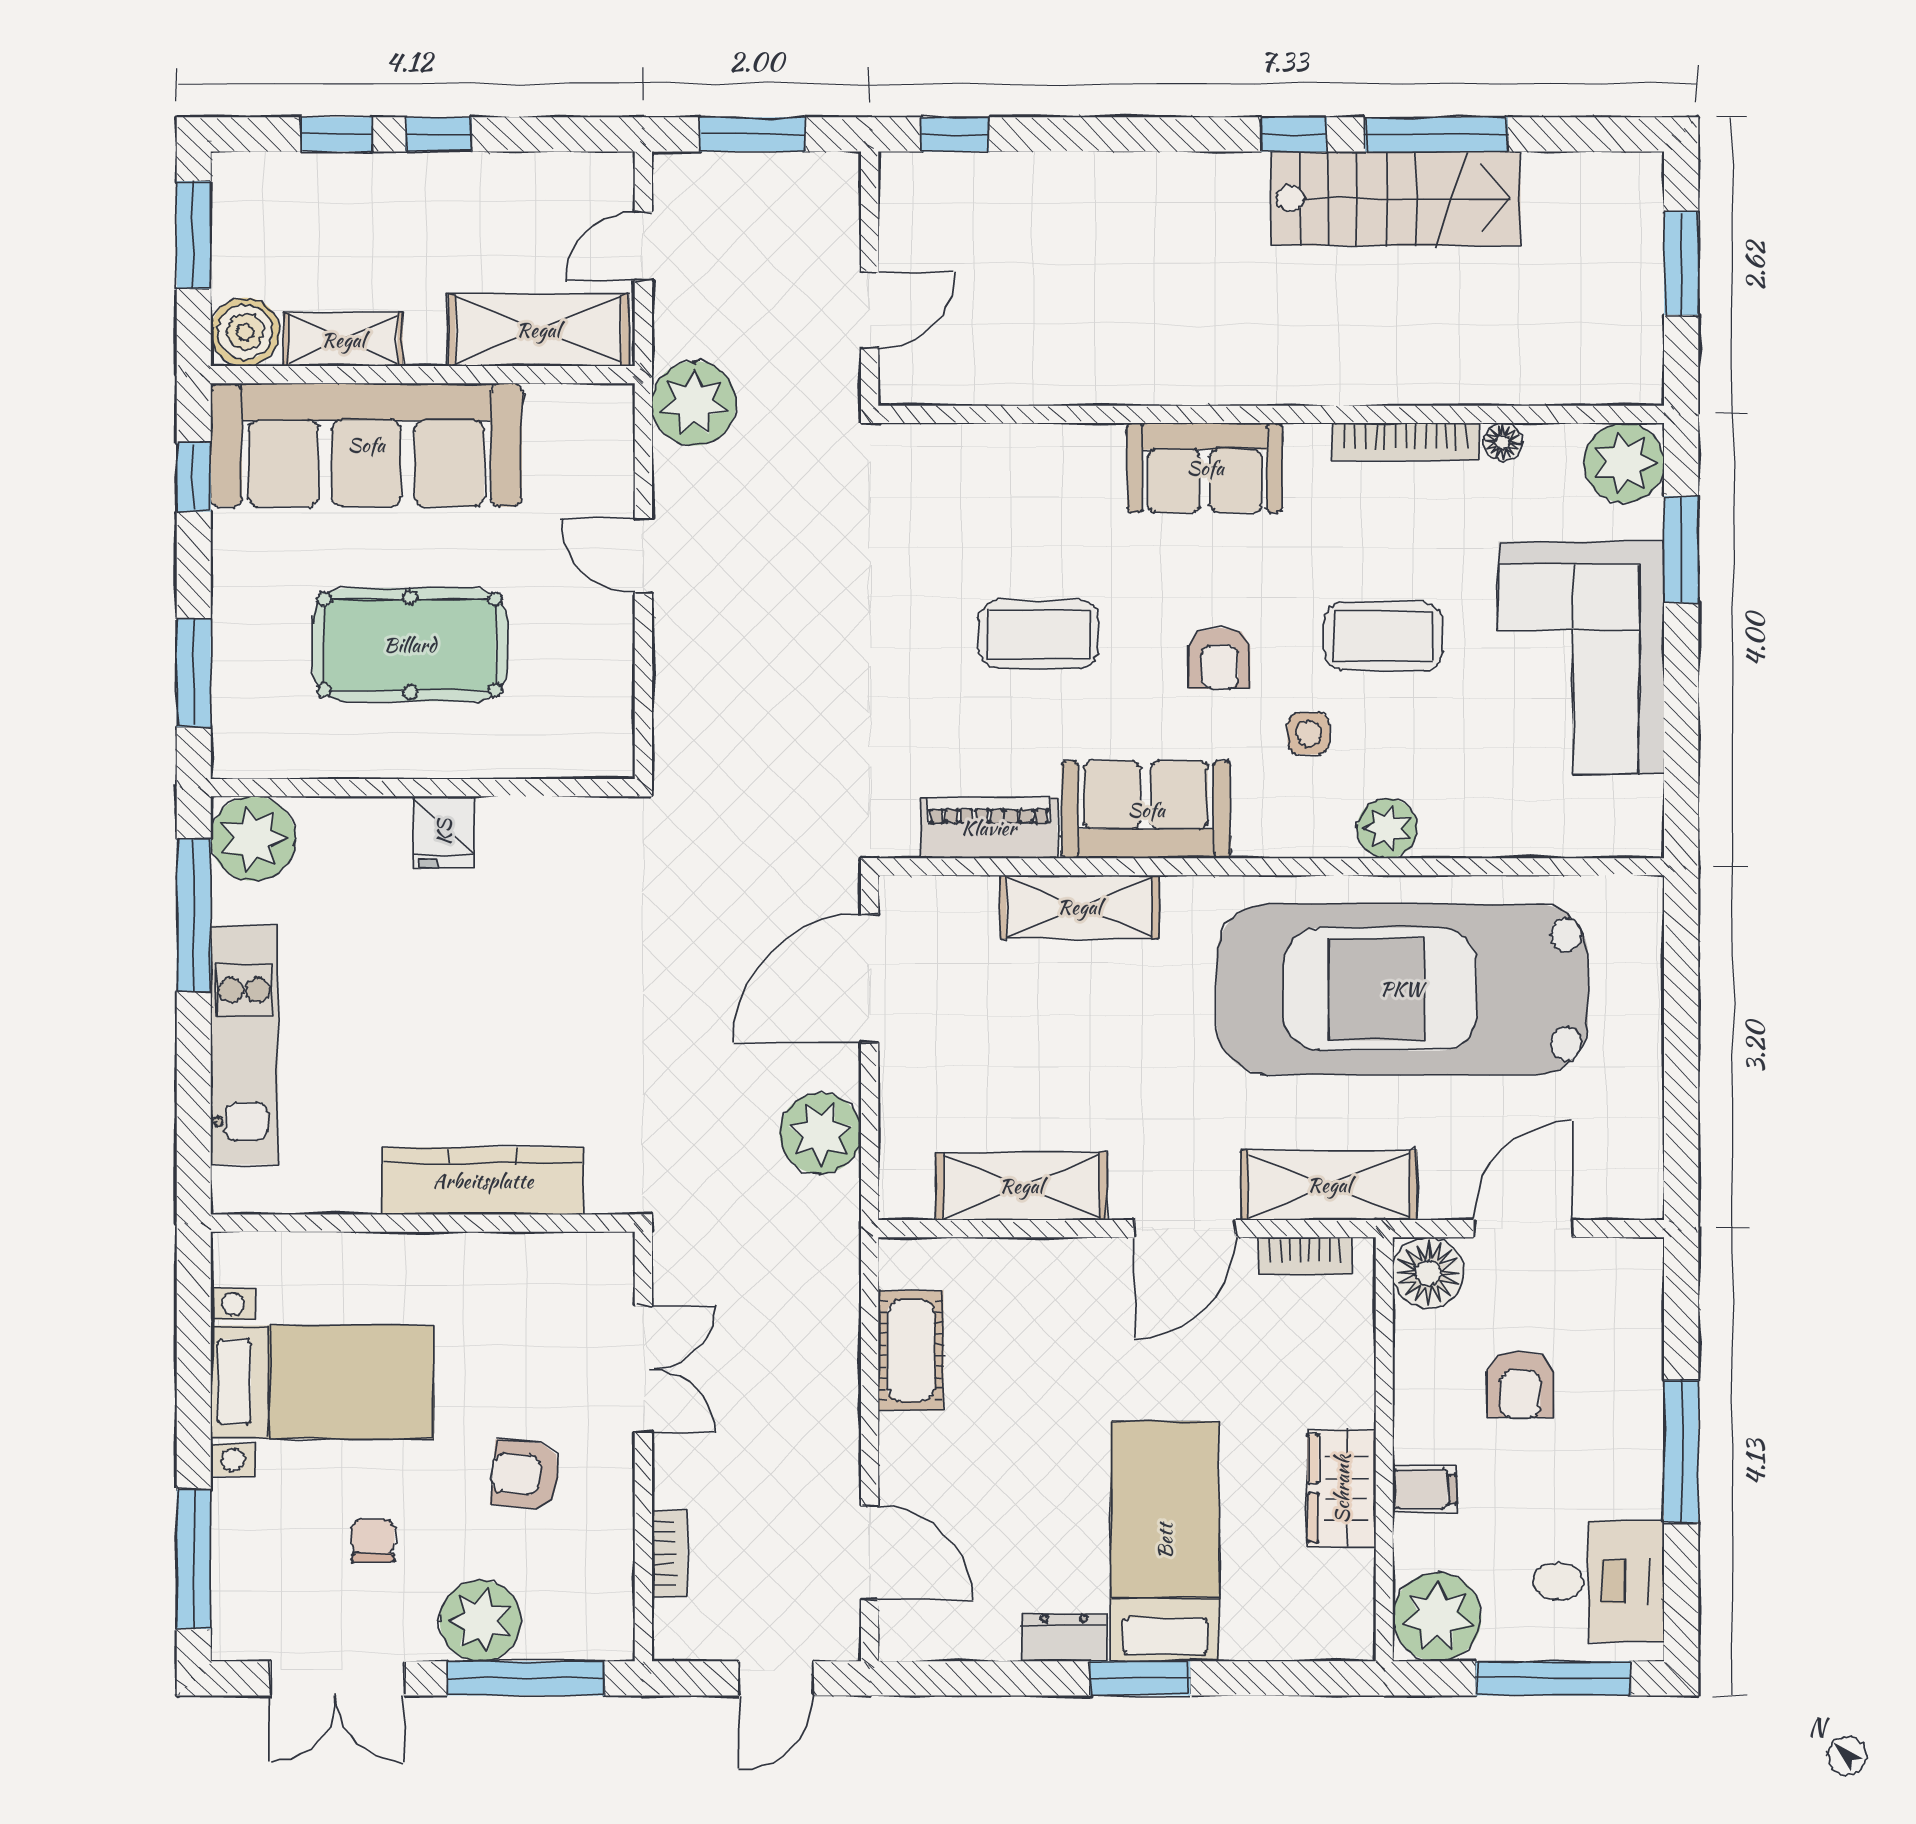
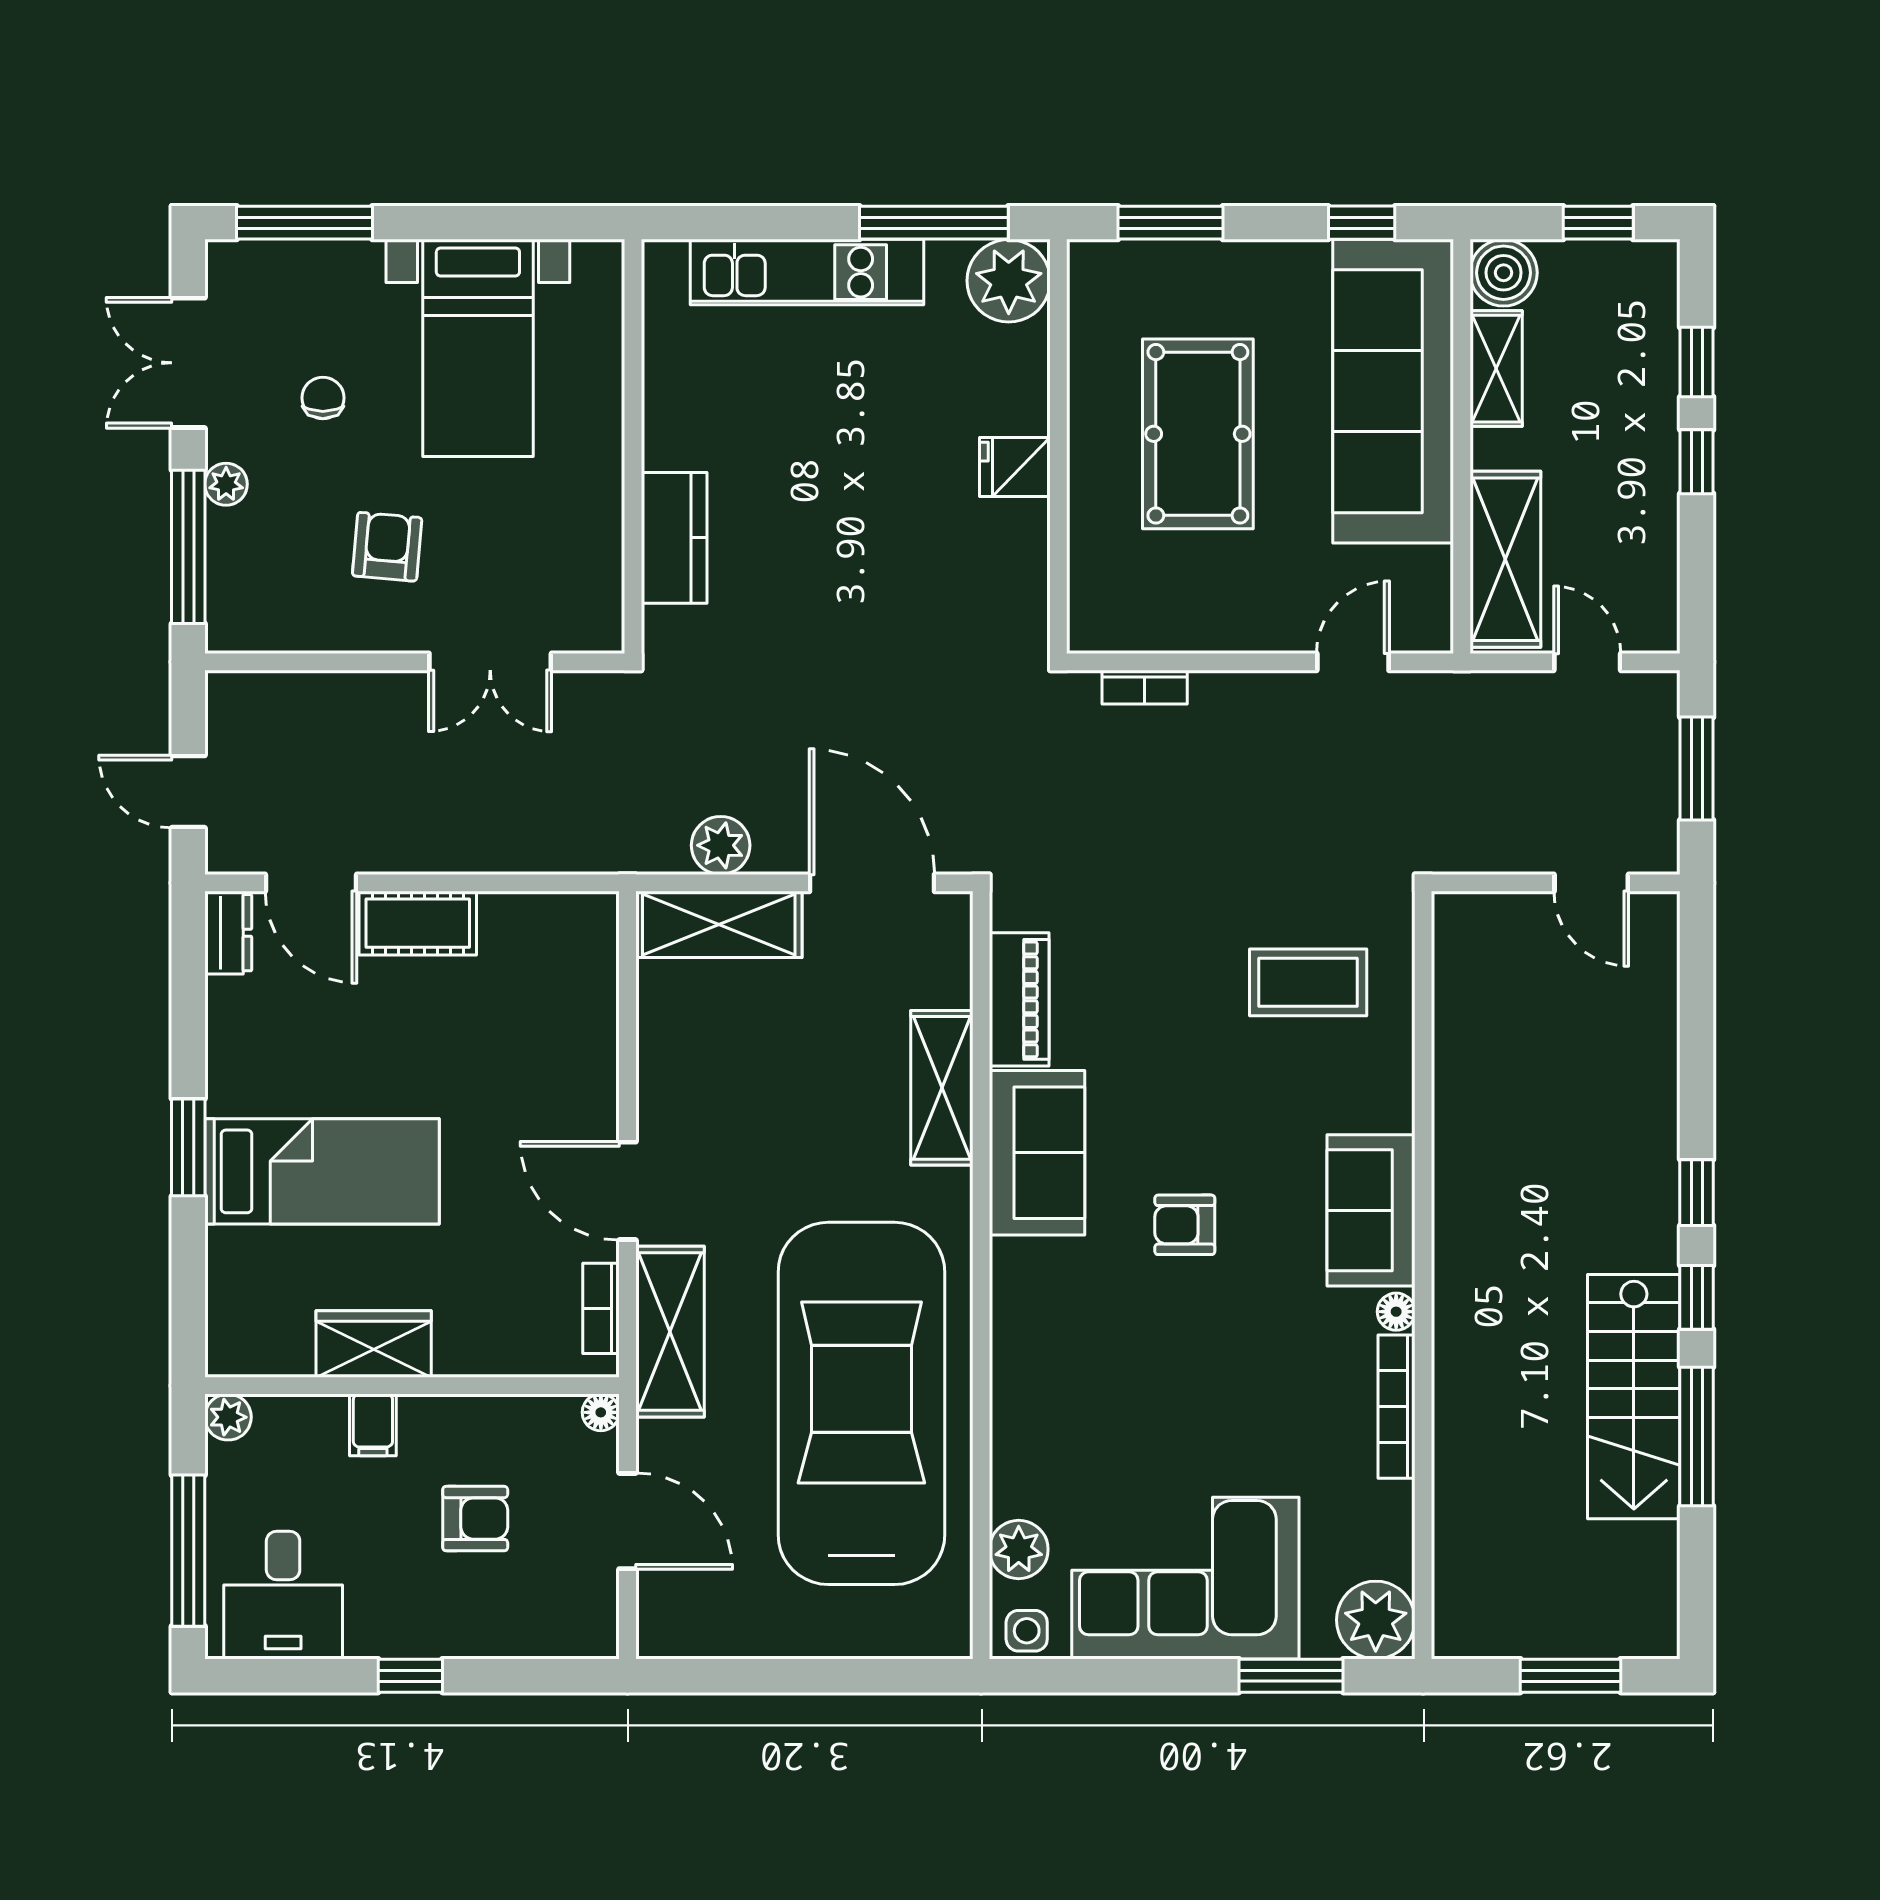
window: (955, 134) -> (1697, 1193), moved
window: (194, 235) -> (1598, 223), width x0.67
door: (870, 310) -> (1591, 883), moved
plant: (694, 403) -> (1434, 711), removed
floor lamp: (1503, 442) -> (1396, 1312), moved
door: (643, 556) -> (1353, 662), moved
coffee table: (1039, 634) -> (1308, 982), moved, turned 90
coffee table: (1383, 636) -> (1206, 1384), removed
side table: (1309, 733) -> (1027, 1631), moved
plant: (1387, 828) -> (1019, 1549), moved
plant: (820, 1133) -> (721, 845), width x0.73, depth x0.73
kitchen counter: (483, 1181) -> (674, 538), width x0.67
shelving: (1021, 1186) -> (719, 924), moved, turned 90
floor lamp: (1428, 1273) -> (601, 1412), width x0.53, depth x0.53
cot: (911, 1350) -> (418, 923), moved
armchair: (1520, 1385) -> (475, 1519), turned 180
window: (1681, 1451) -> (410, 1676), width x0.46
chair: (373, 1540) -> (323, 398), turned -90
door: (870, 1553) -> (311, 883), hinge flipped
bookcase: (669, 1554) -> (1145, 687), moved
plant: (1437, 1617) -> (228, 1417), width x0.53, depth x0.53
plant: (480, 1621) -> (226, 484), width x0.53, depth x0.53
dresser: (1064, 1637) -> (228, 933), moved

